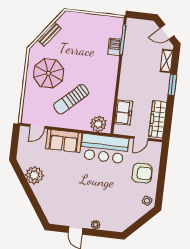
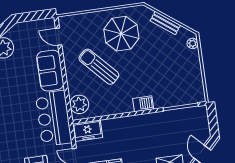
plant: (72, 16) -> (193, 43), added
barbecue: (115, 47) -> (143, 104), moved
freezer: (123, 112) -> (88, 131), moved

